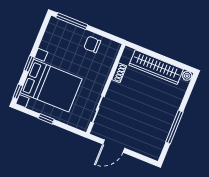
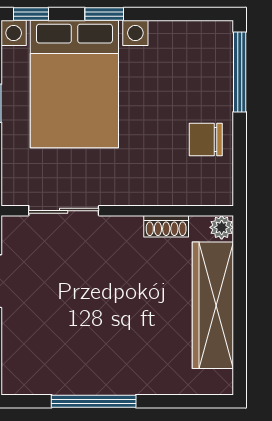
chair: (92, 44) -> (206, 140), turned -90
plant: (187, 76) -> (222, 227), moved

